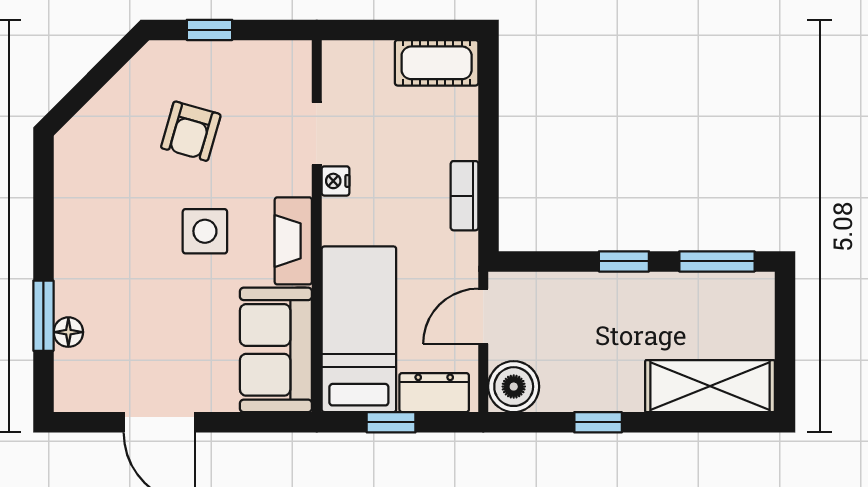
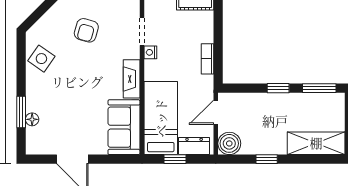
side table: (205, 231) -> (41, 59), moved, turned 35

